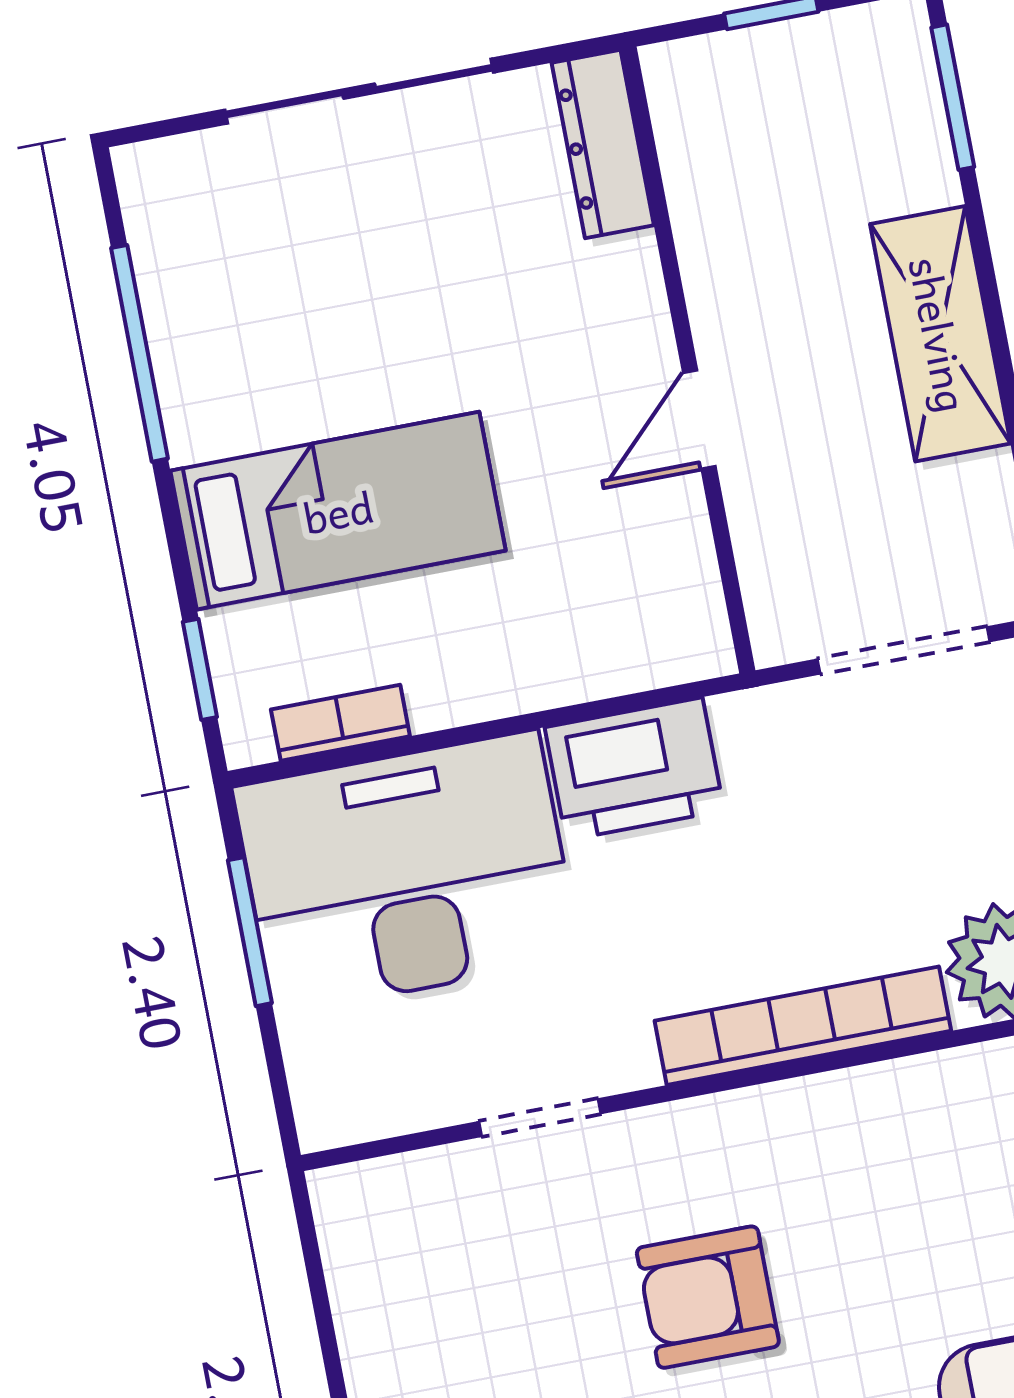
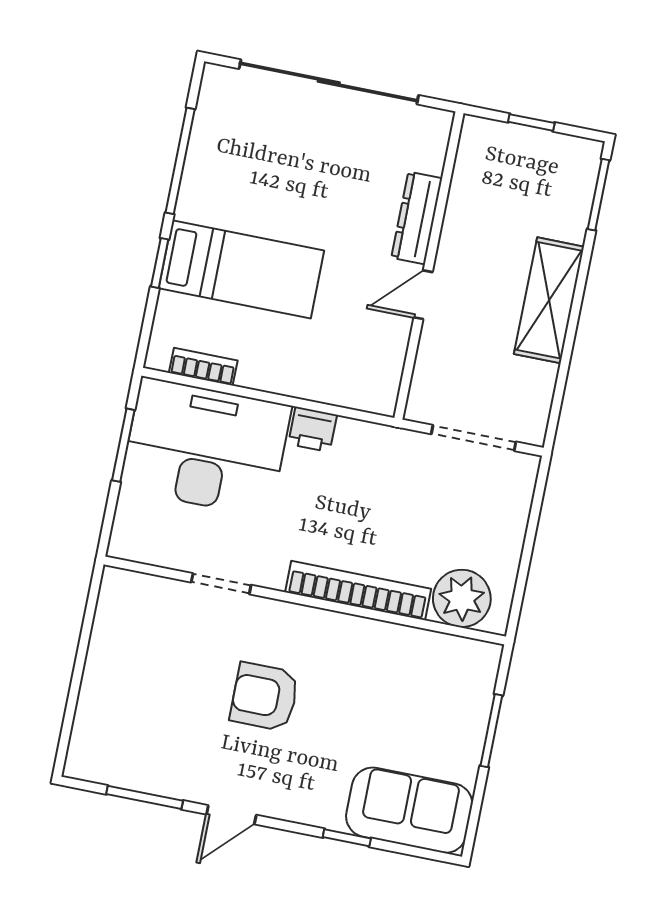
sliding door: (359, 91) -> (329, 82), width x1.36
dresser: (603, 144) -> (417, 218), moved
window: (200, 669) -> (160, 263), moved
printer: (634, 769) -> (313, 429), width x0.53, depth x0.68

